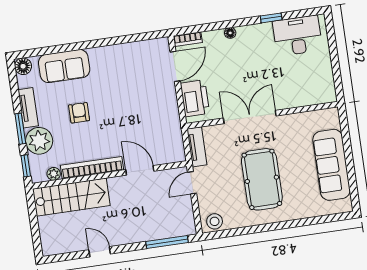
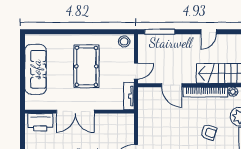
printer: (195, 98) -> (40, 122), moved, turned -90
armchair: (79, 113) -> (209, 132), turned -73
double door: (250, 117) -> (75, 112), moved
door: (100, 252) -> (209, 32), hinge flipped

